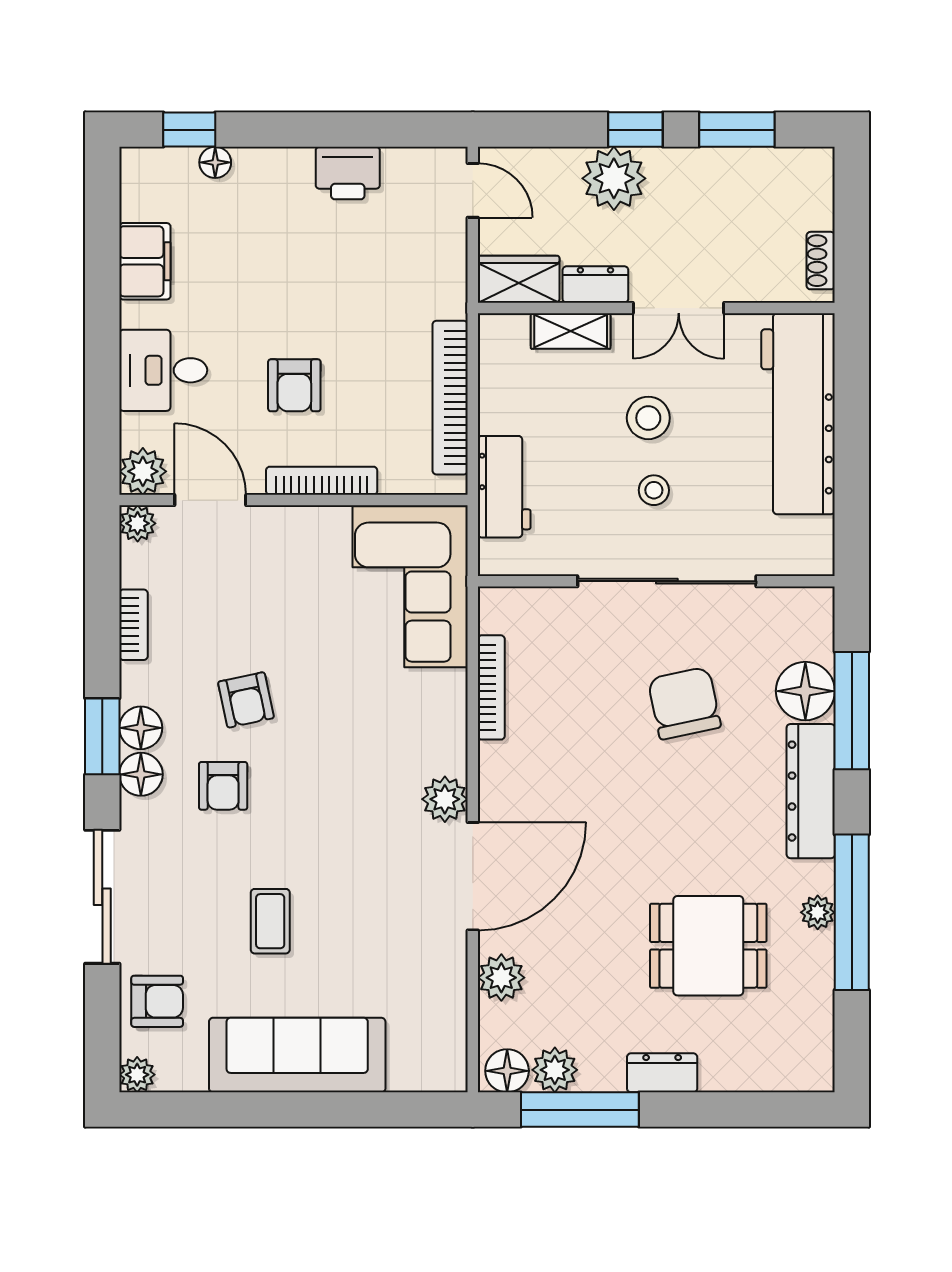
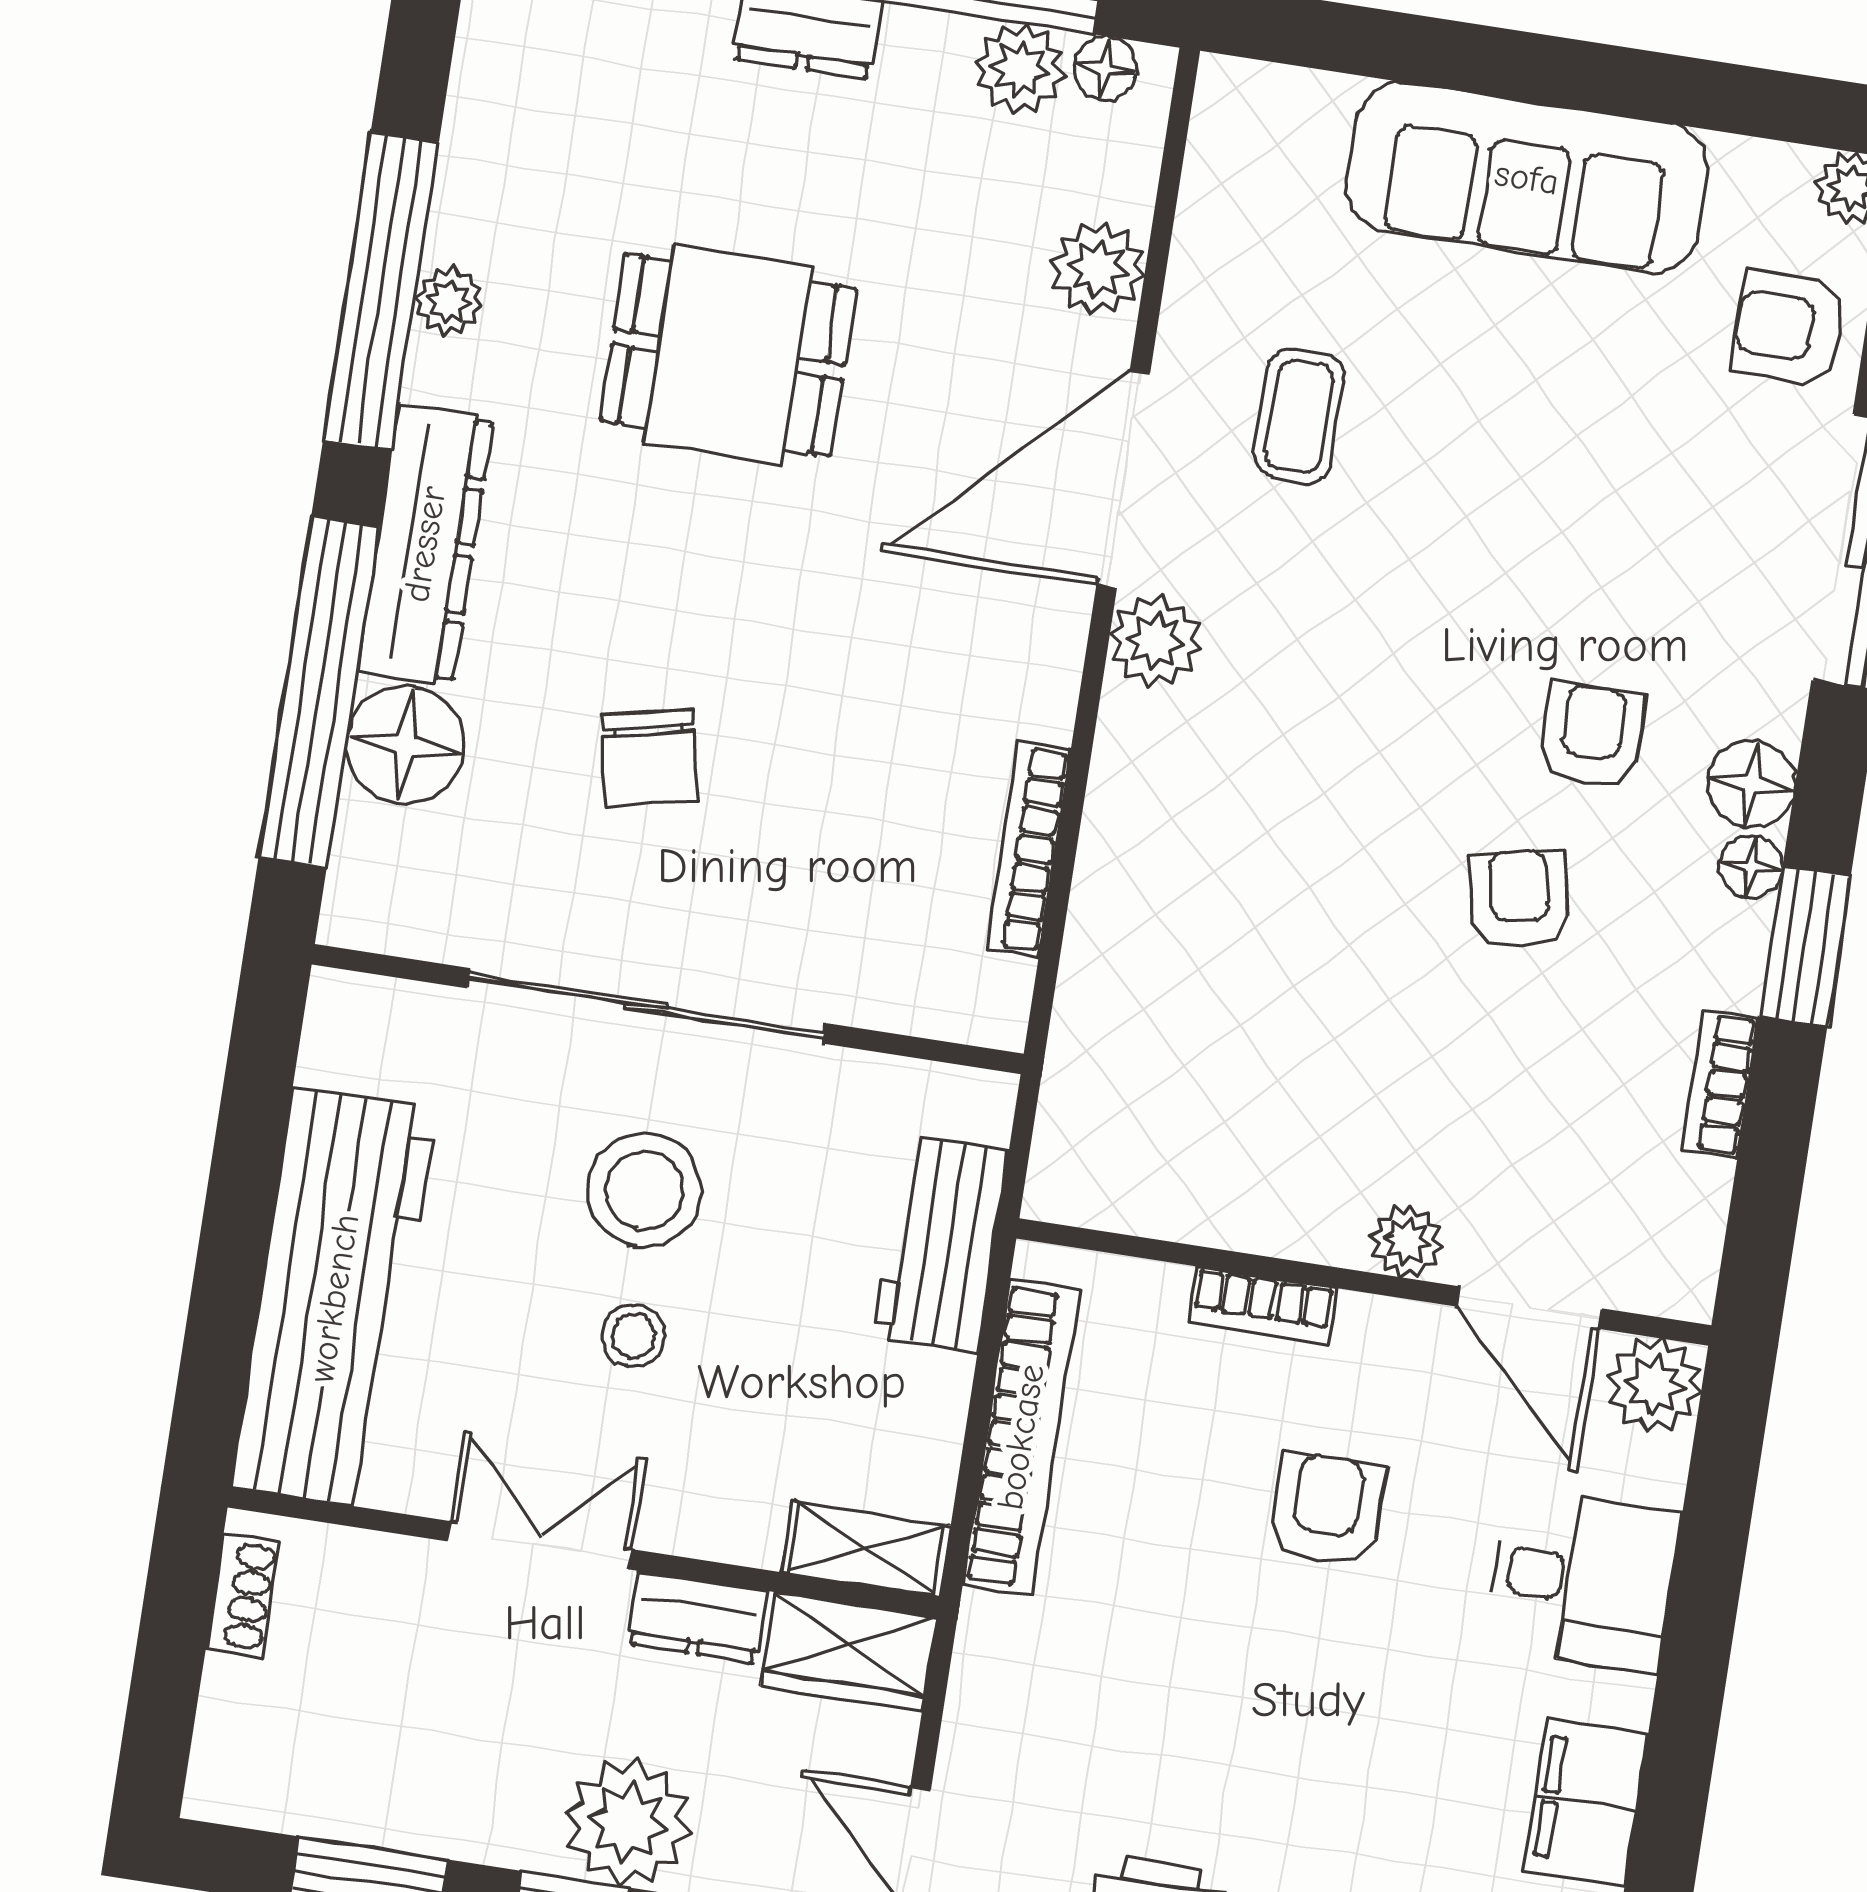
shelving: (571, 331) -> (866, 1549), moved
stool: (648, 418) -> (633, 1336), width x0.73, depth x0.73
bookcase: (322, 481) -> (1262, 1306), width x0.64
stool: (654, 490) -> (645, 1191), width x1.89, depth x1.89
plant: (138, 523) -> (1407, 1241), moved
corner sofa: (410, 587) -> (1159, 1074), removed
chair: (684, 703) -> (650, 758), width x0.73, depth x0.73
window: (852, 711) -> (319, 692), width x1.46
floor lamp: (141, 728) -> (1751, 866), width x0.73, depth x0.73
window: (102, 736) -> (1805, 947), moved
coffee table: (270, 921) -> (1299, 416), moved
dining table: (708, 946) -> (728, 355), moved
floor lamp: (507, 1071) -> (1105, 68), width x0.73, depth x0.73

